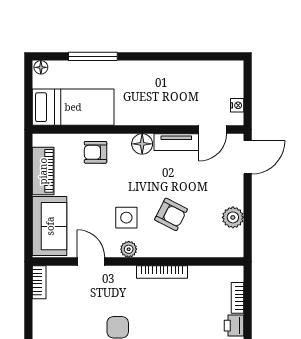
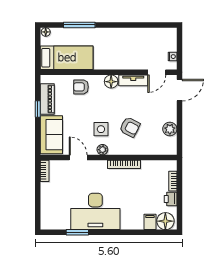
window: (28, 186) -> (38, 109), added

